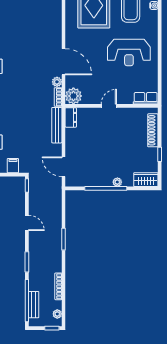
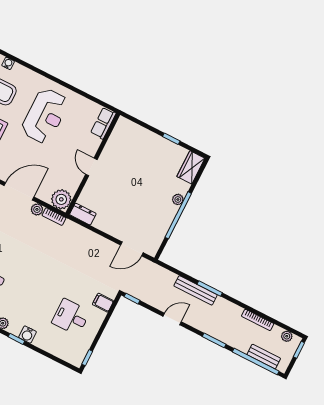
bench: (57, 125) -> (196, 290), moved
shoe rack: (153, 130) -> (142, 133), removed

